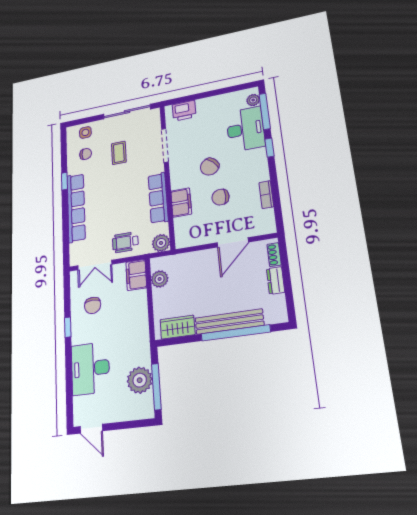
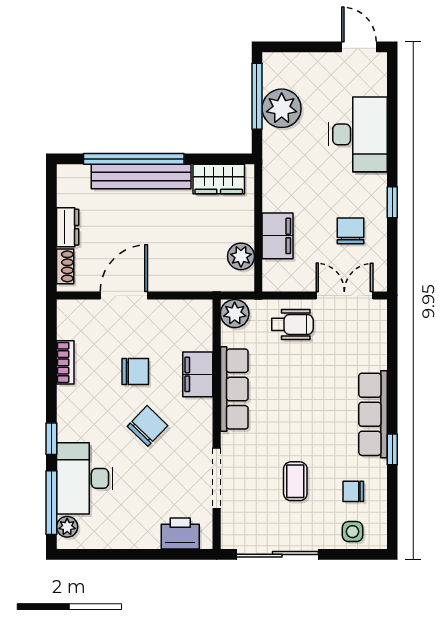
row of seats: (76, 208) -> (373, 414), width x0.73
filing cabinet: (136, 275) -> (278, 236), moved

